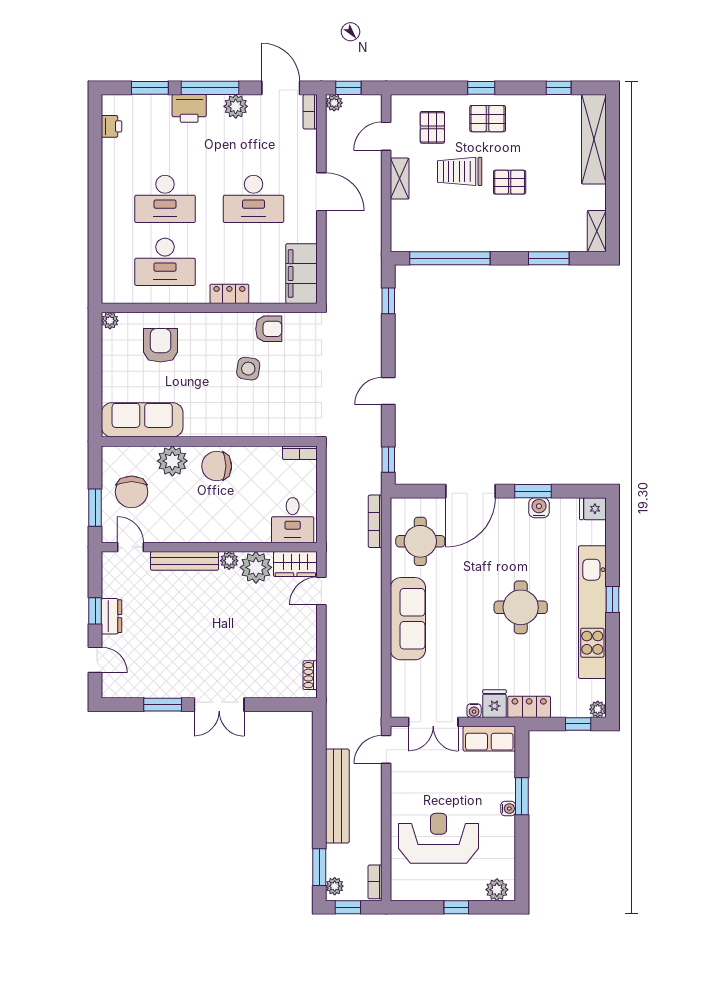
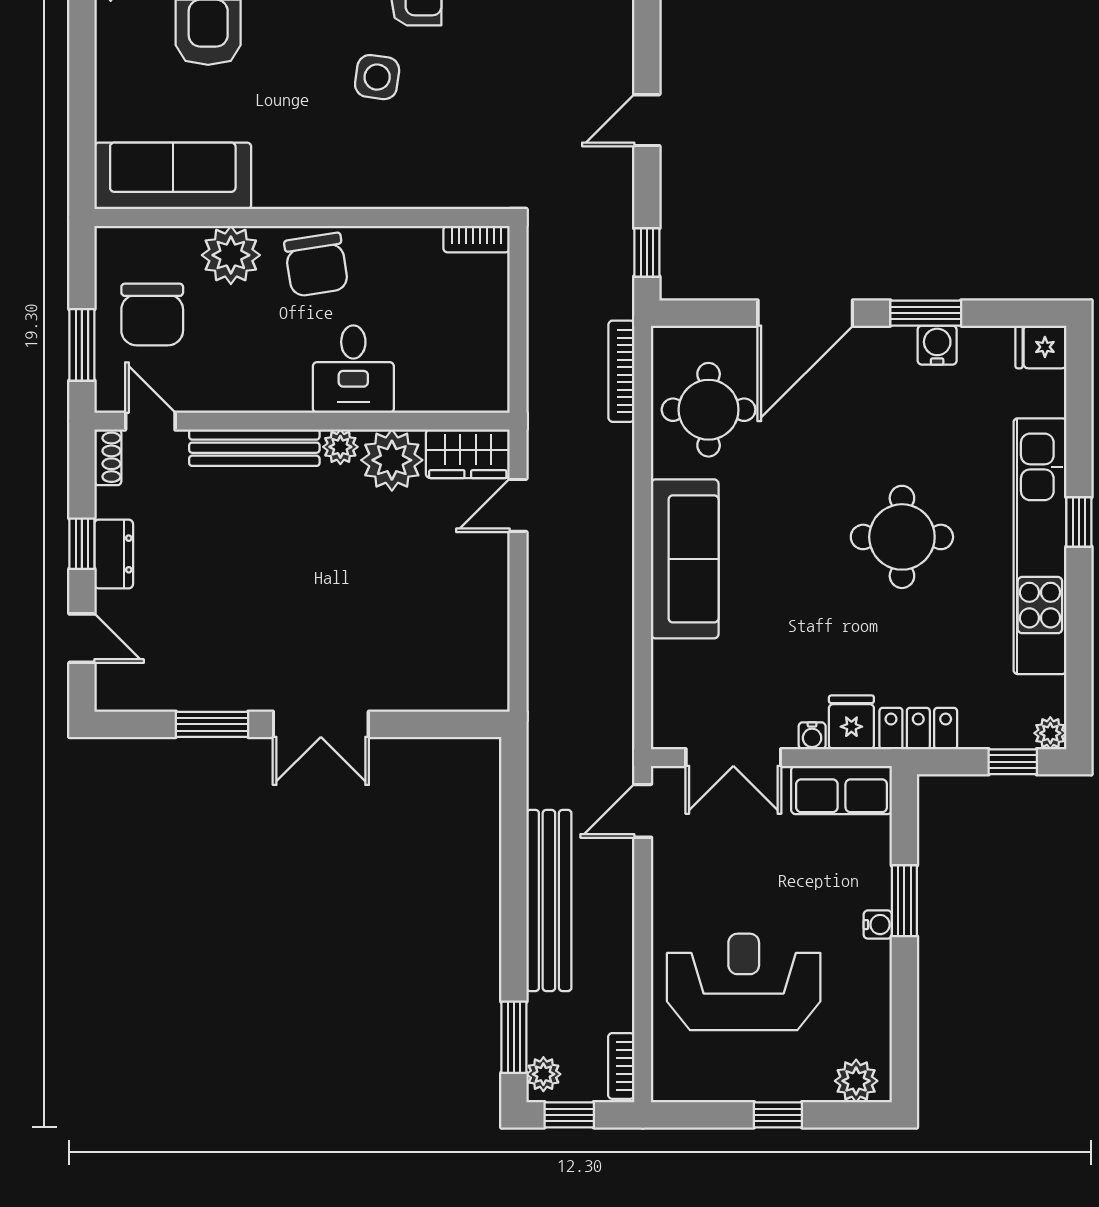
chair: (217, 466) -> (316, 265), turned -99
desk: (293, 520) -> (353, 369), moved
shoe rack: (310, 675) -> (108, 457), moved, turned 180

